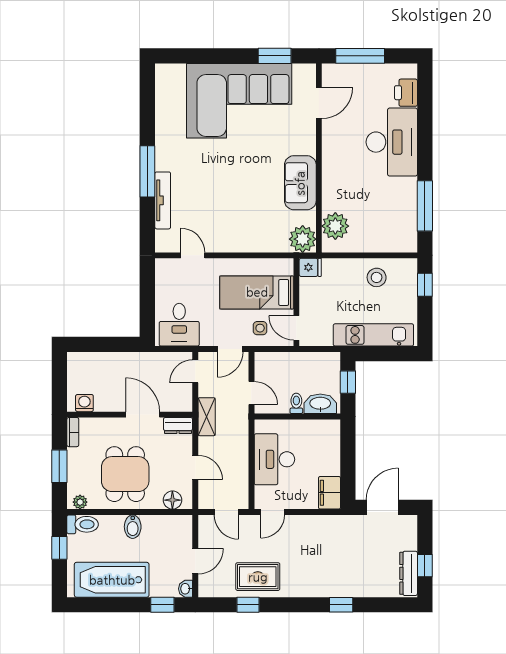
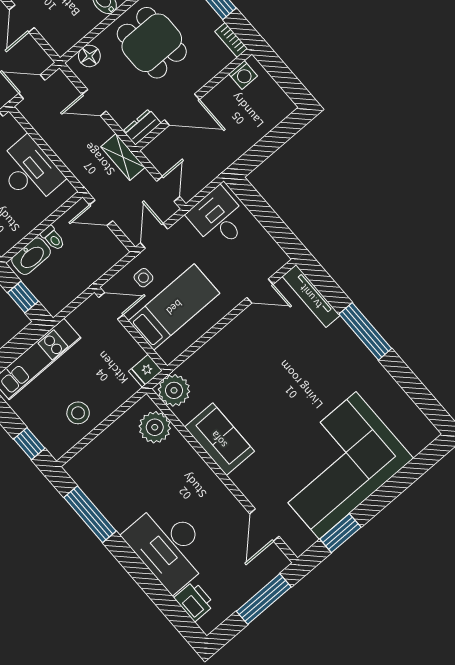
tv unit: (163, 200) -> (311, 296), moved

